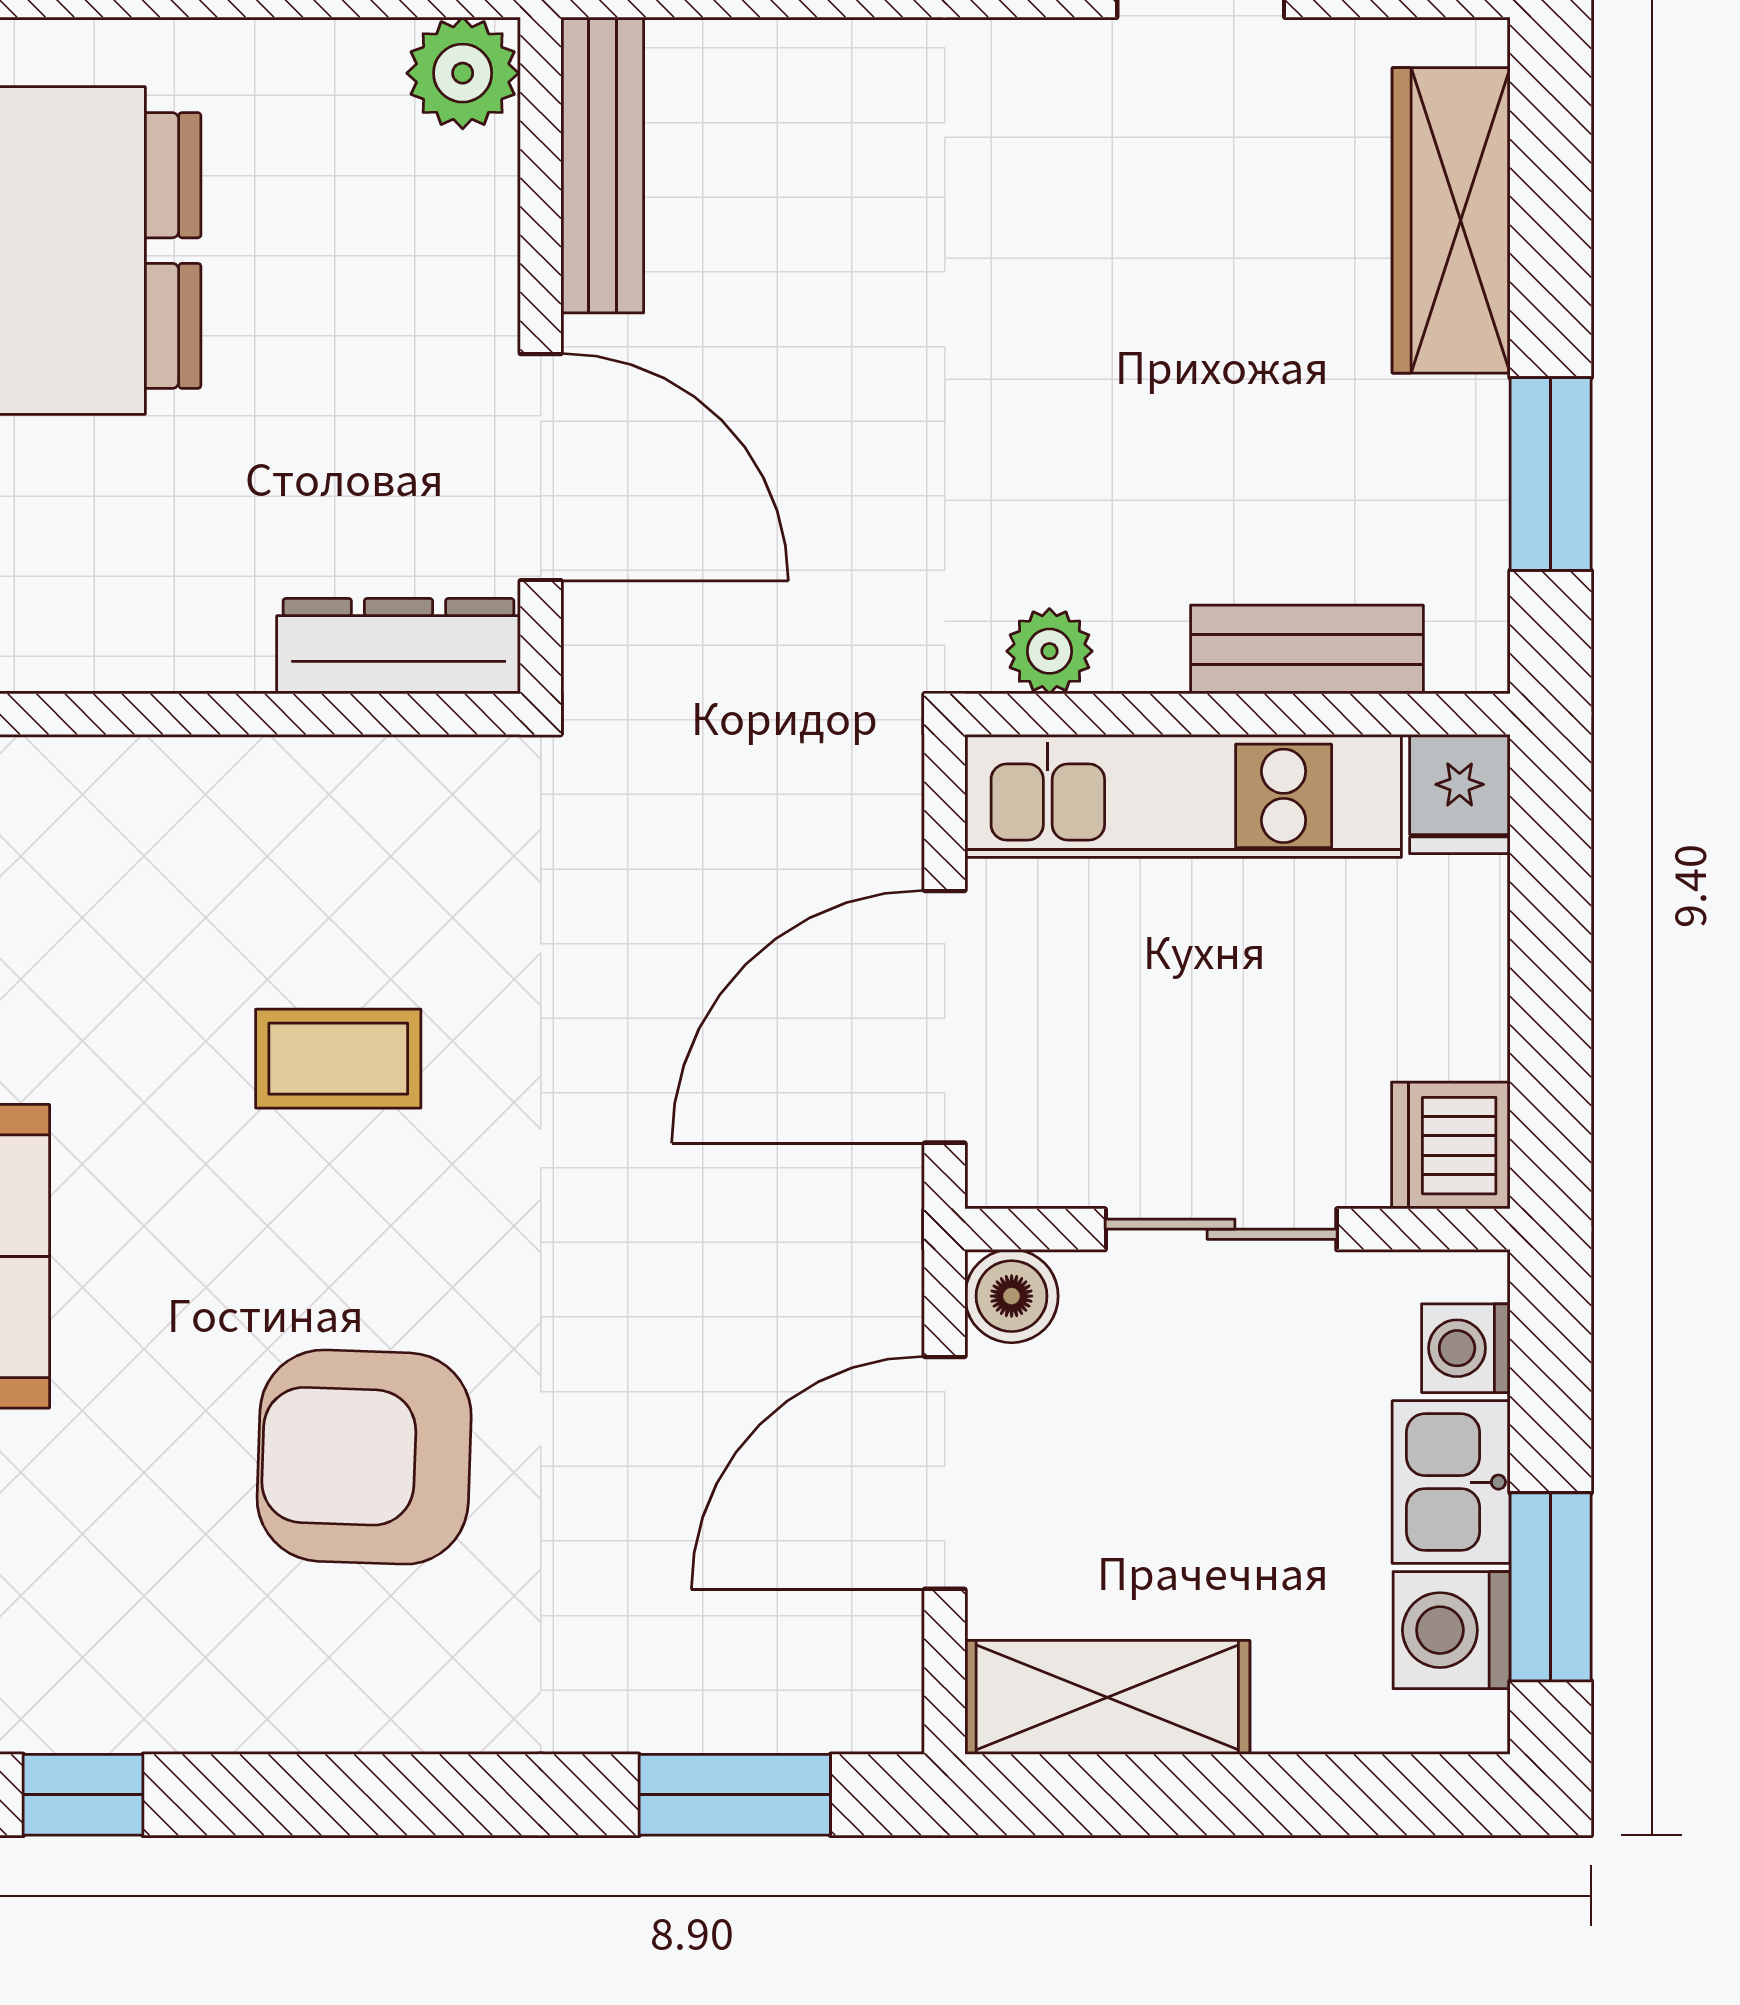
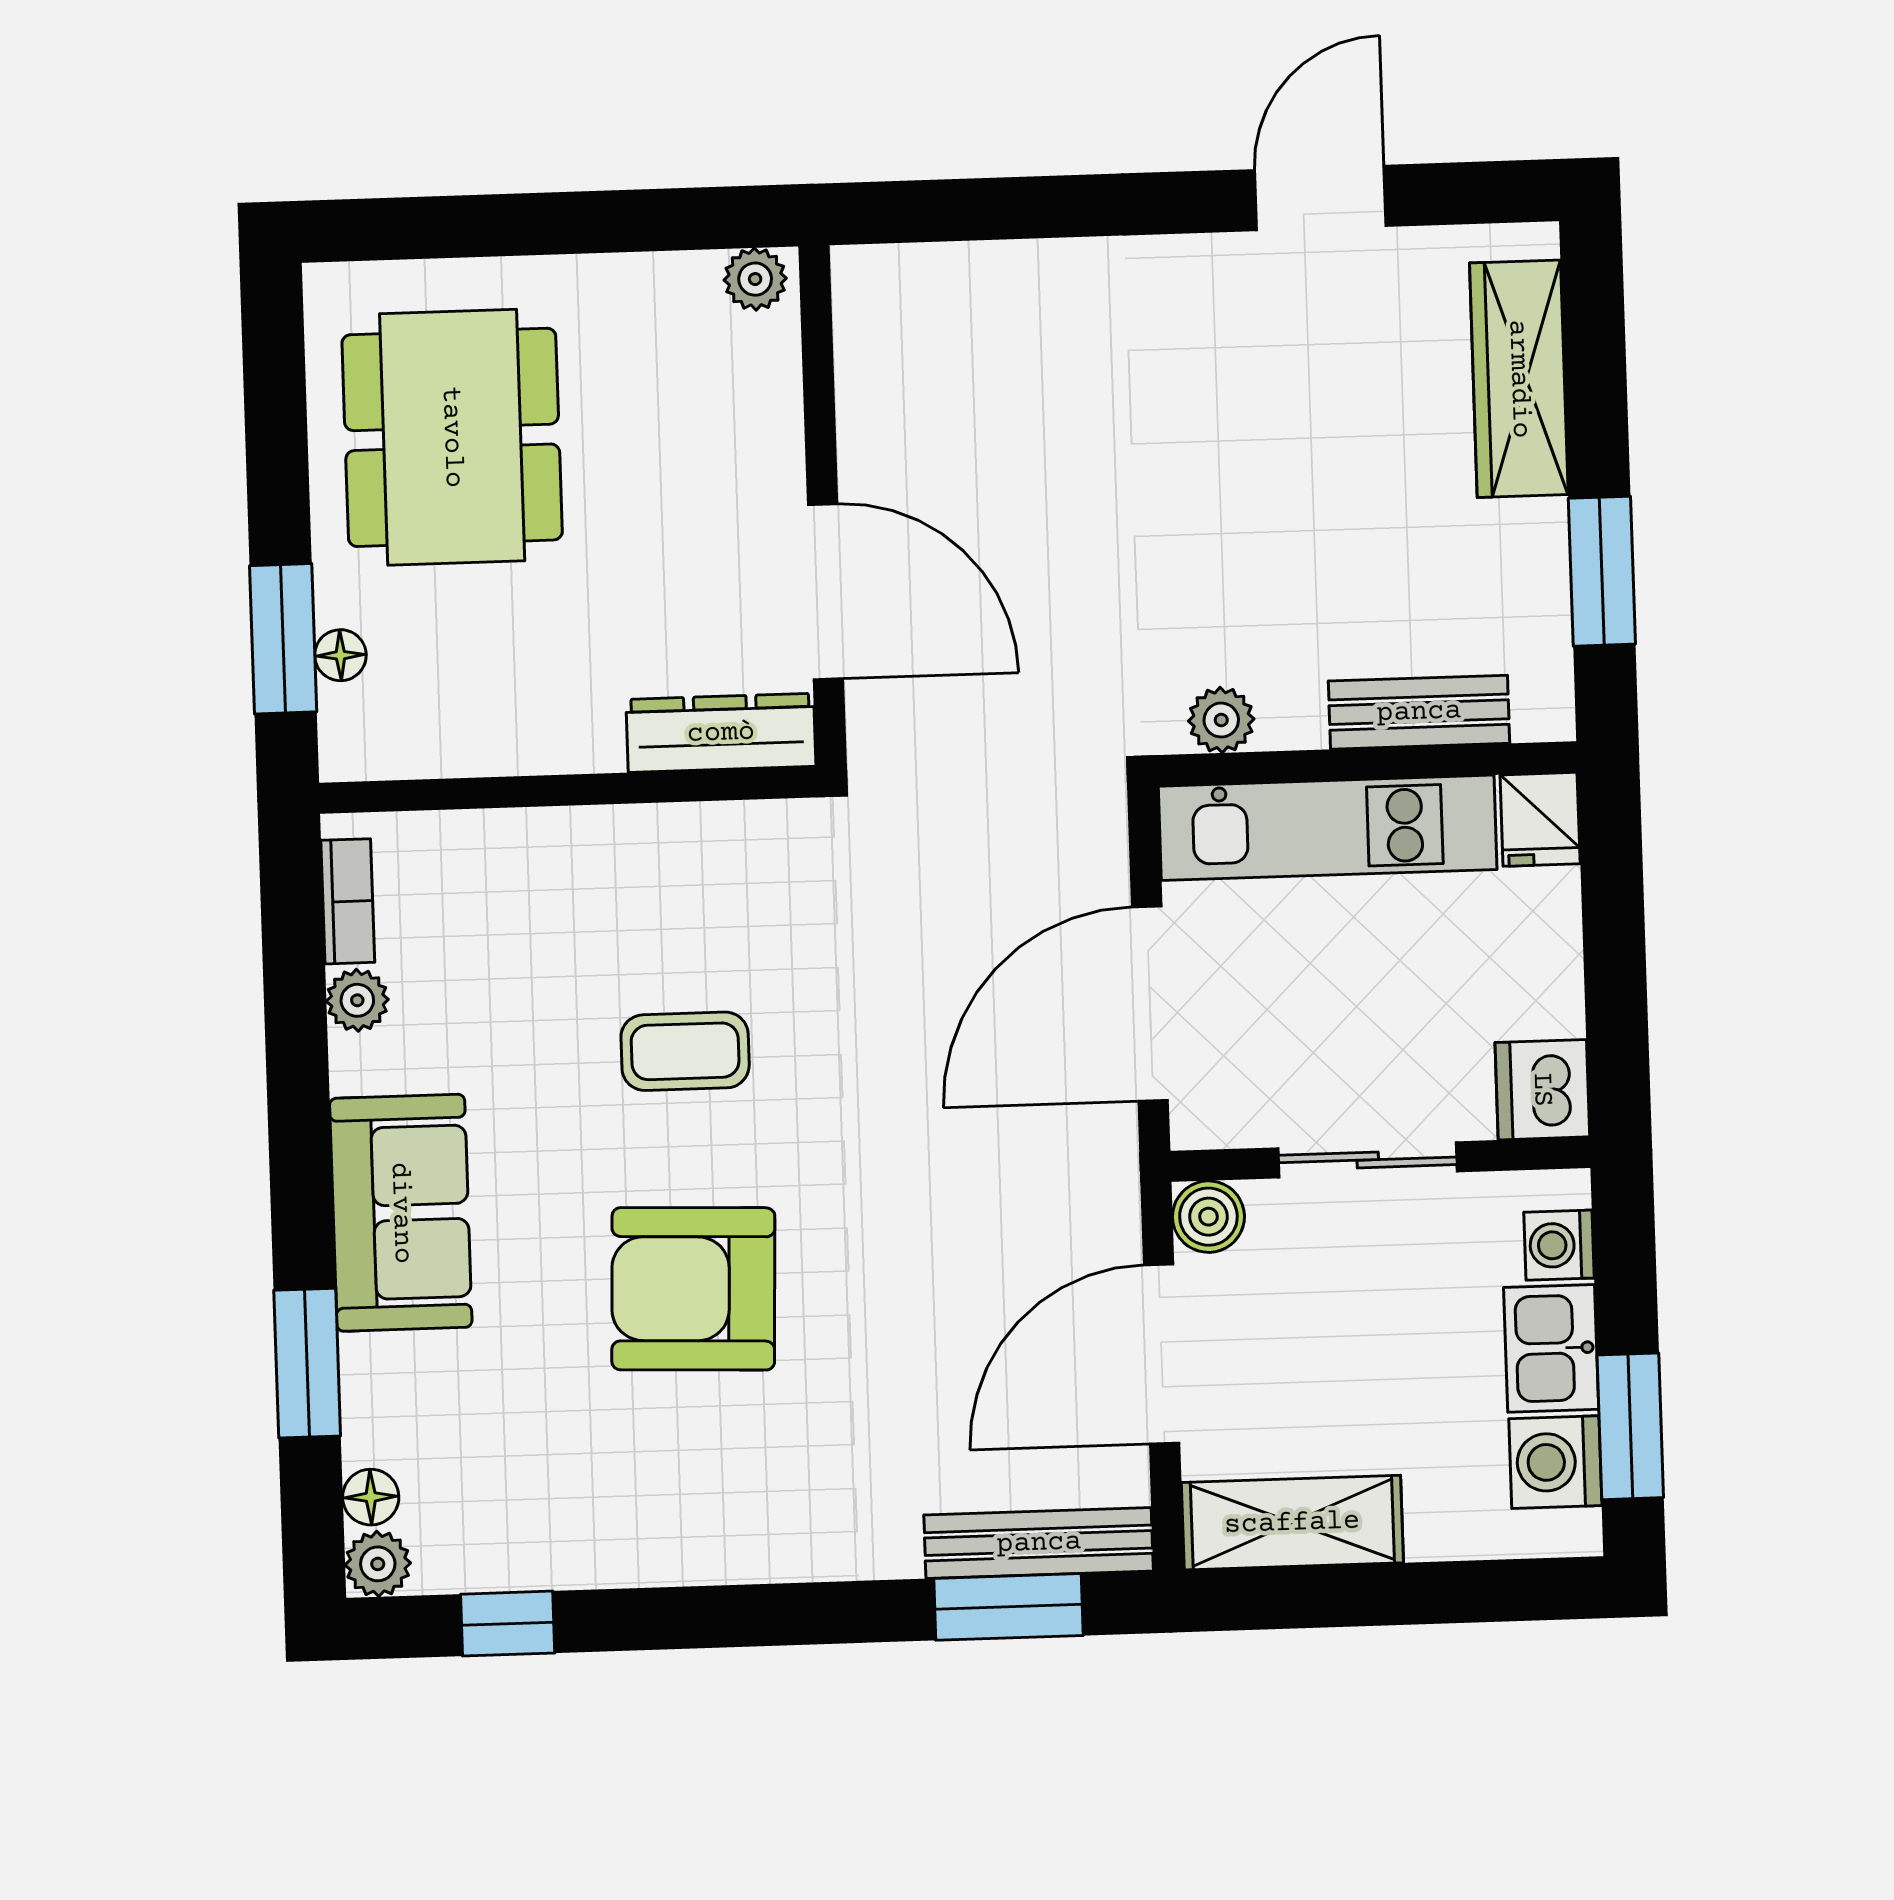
plant: (463, 73) -> (755, 279), width x0.73, depth x0.73
bench: (602, 165) -> (1039, 1543), moved, turned 90
armchair: (364, 1457) -> (693, 1289), moved

